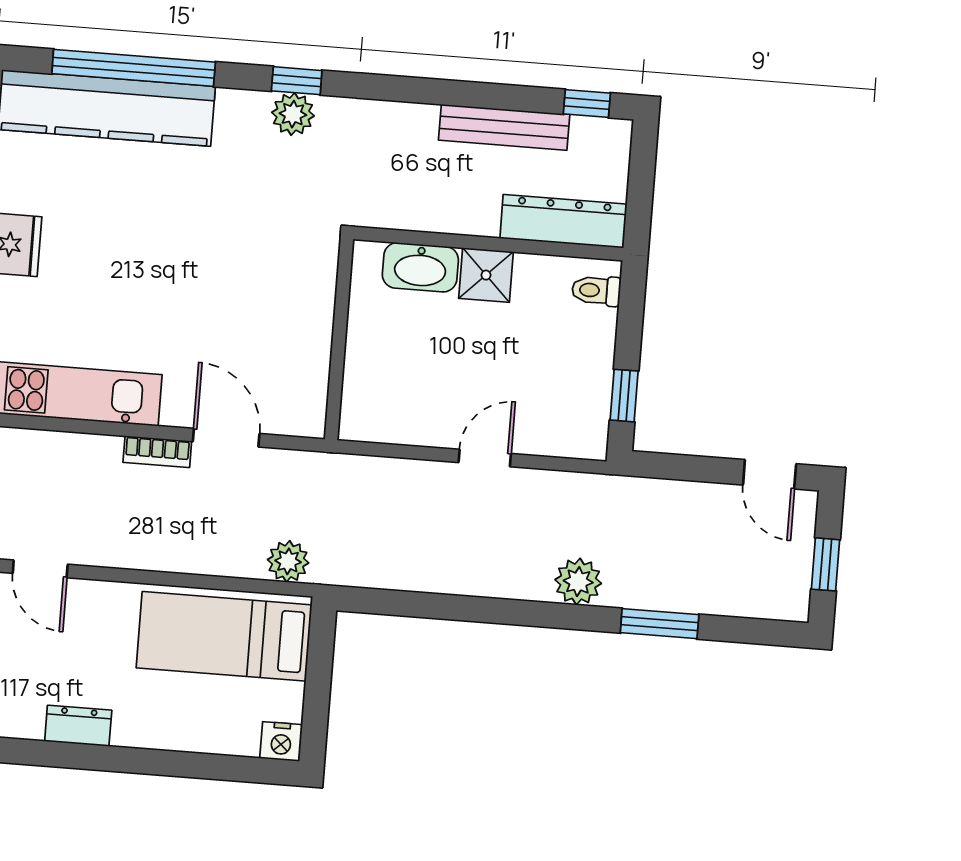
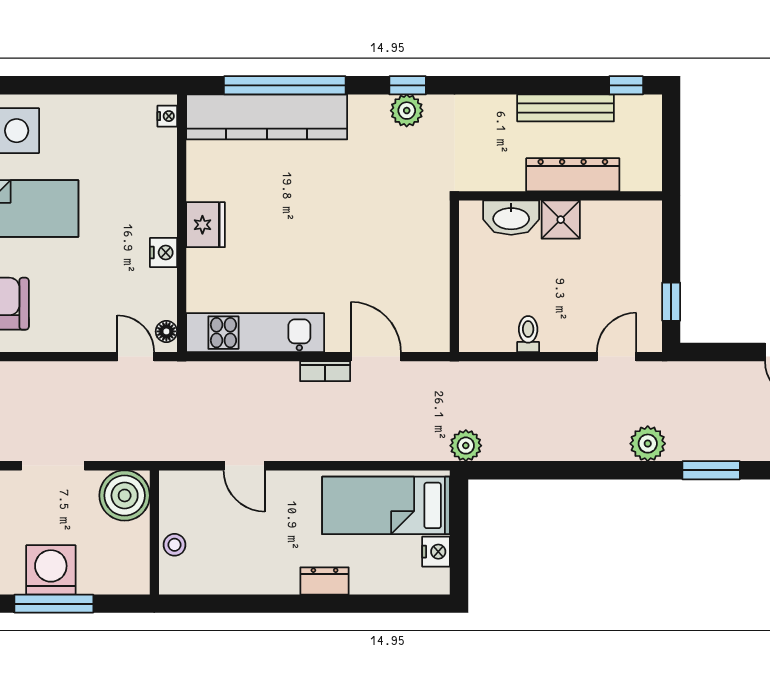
dresser: (563, 221) -> (573, 175), moved
toilet: (596, 291) -> (528, 334), moved, turned 90
door: (485, 458) -> (617, 357), moved
plant: (288, 561) -> (466, 446), moved
dresser: (78, 726) -> (325, 581), moved
nightstand: (281, 741) -> (436, 552), moved, turned -90

